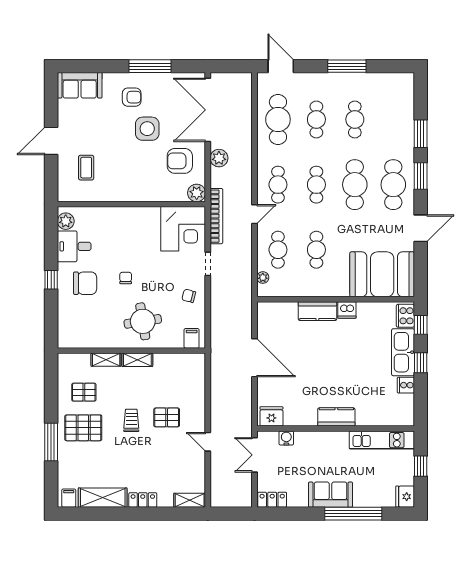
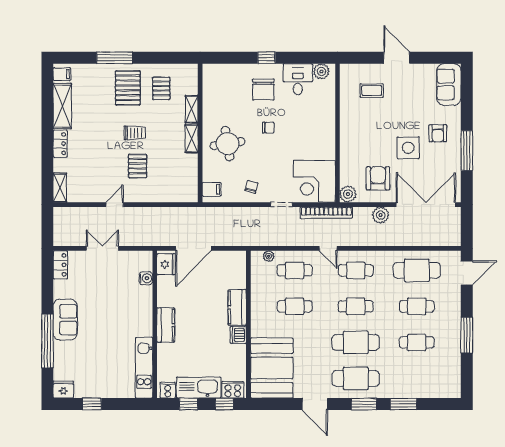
fridge: (271, 416) -> (166, 264), moved
kitchen counter: (336, 417) -> (166, 325), moved
wall: (336, 429) -> (155, 324), moved
water cooler: (286, 438) -> (146, 278), moved
kitchen unit: (382, 440) -> (144, 368), moved

